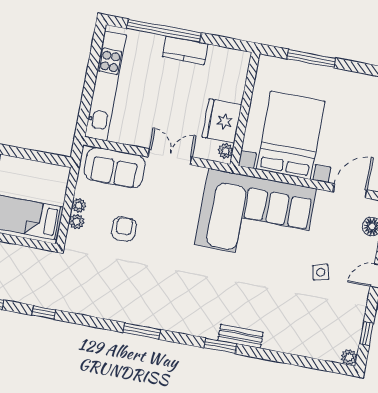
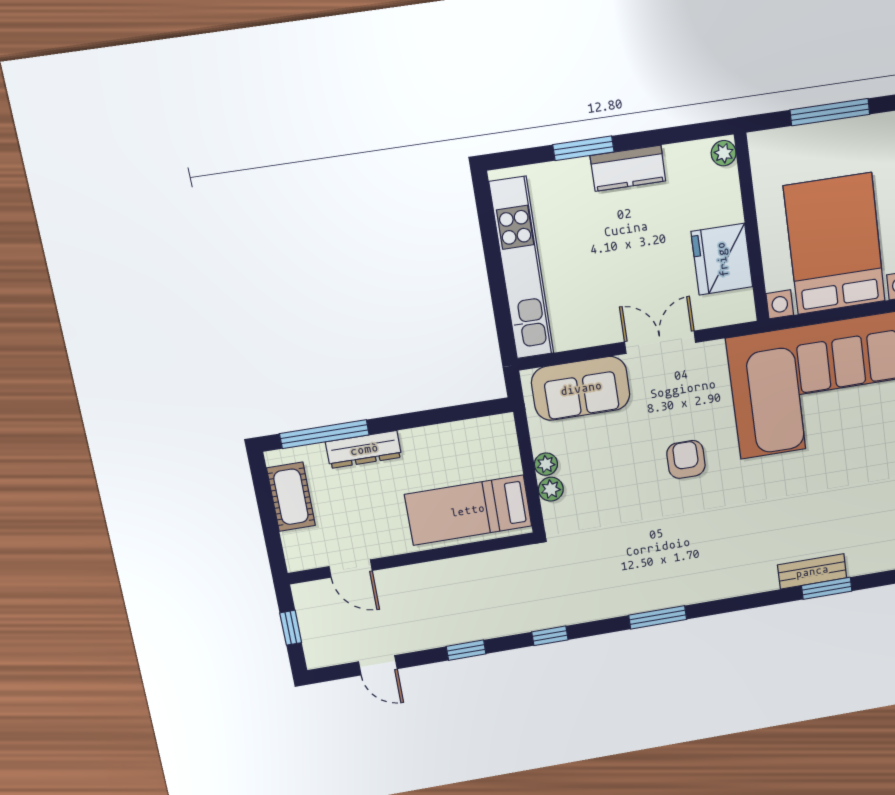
window: (164, 31) -> (583, 148), width x0.47
plant: (226, 151) -> (724, 153), moved
armchair: (124, 229) -> (686, 459), moved
window: (142, 331) -> (658, 617), moved
bench: (240, 336) -> (812, 571), moved

